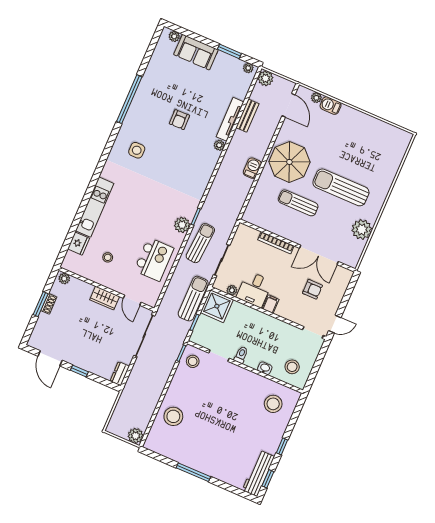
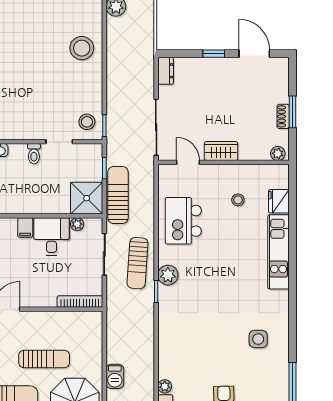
bookcase: (276, 243) -> (80, 302), moved
sun lounger: (193, 299) -> (118, 195), turned 180

